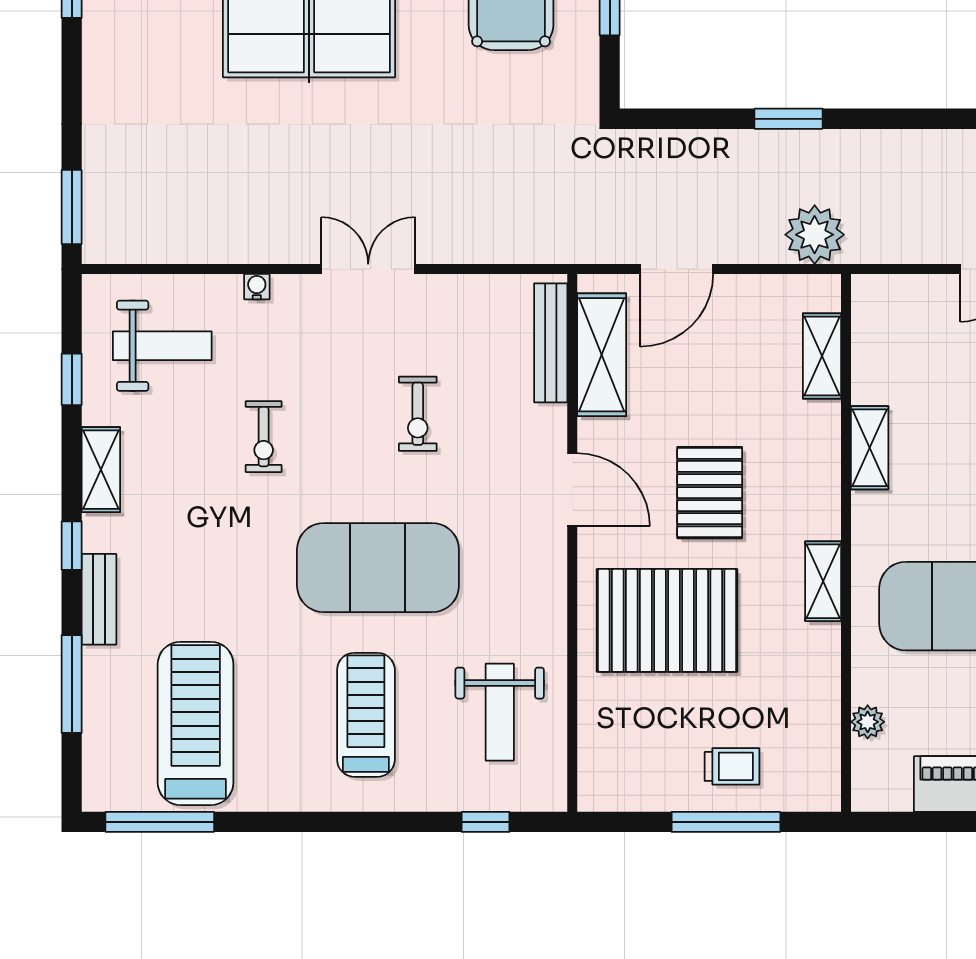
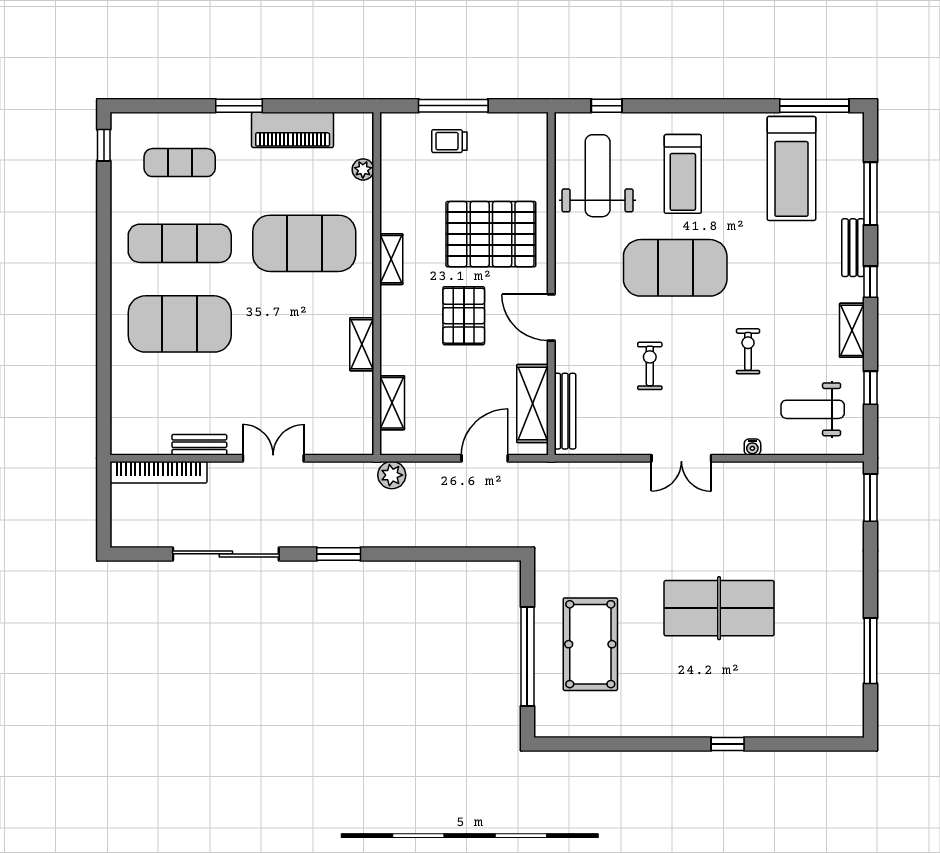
window: (788, 119) -> (339, 554), moved
plant: (815, 235) -> (392, 475), width x0.73, depth x0.73
weight bench: (500, 712) -> (598, 176), width x1.36, depth x1.33

